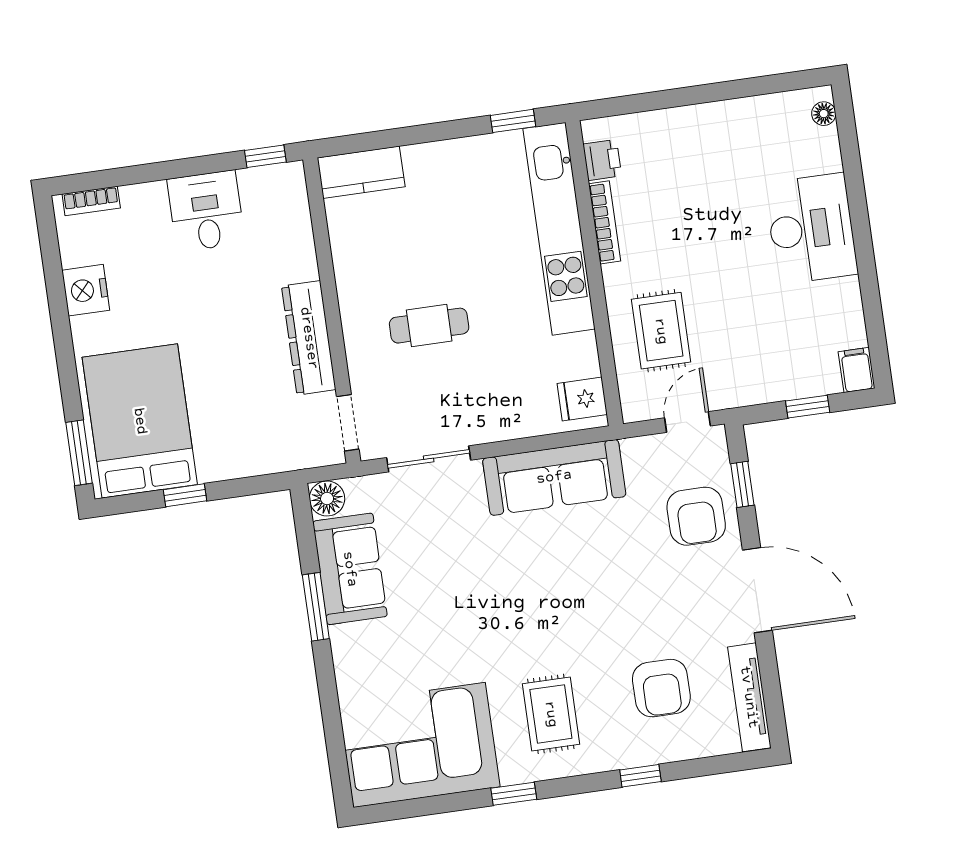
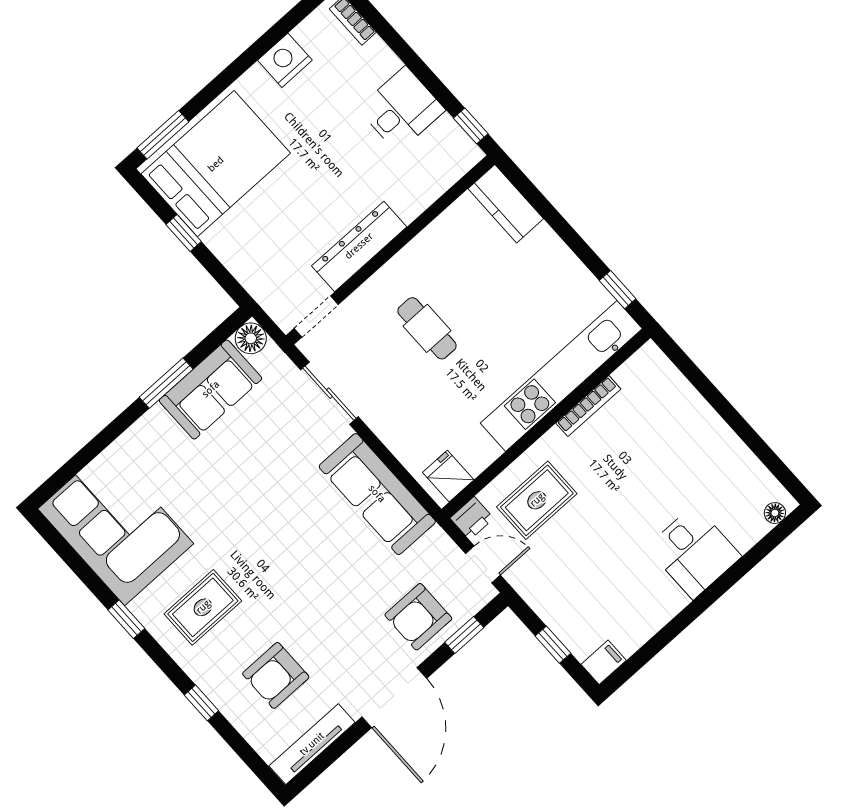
printer: (602, 160) -> (472, 518), moved
desk: (811, 229) -> (694, 552), width x0.73

